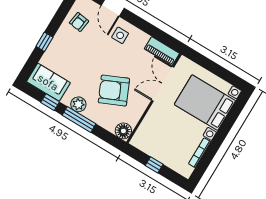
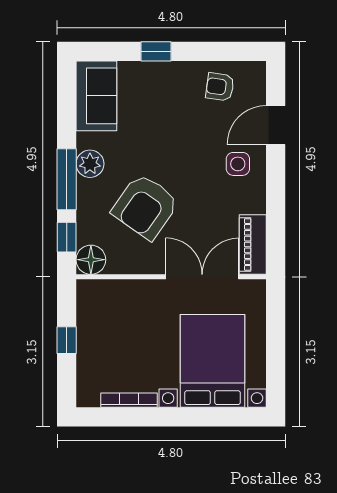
armchair: (114, 91) -> (145, 207), turned -121
window: (50, 102) -> (67, 237), moved

